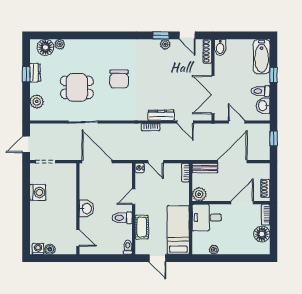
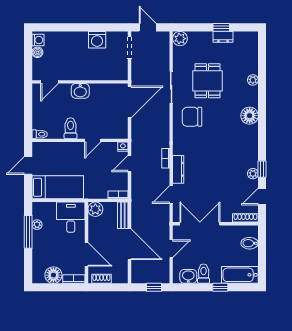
plant: (60, 44) -> (253, 80), moved
floor lamp: (45, 47) -> (250, 116), moved
bidet: (220, 47) -> (250, 243), moved
chair: (119, 79) -> (192, 117), moved
plant: (37, 101) -> (180, 39), moved
door: (134, 197) -> (93, 140), swing flipped
cot: (142, 227) -> (61, 149), removed
window: (221, 258) -> (28, 232), added

